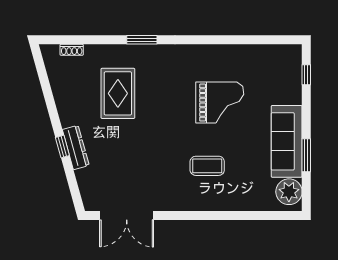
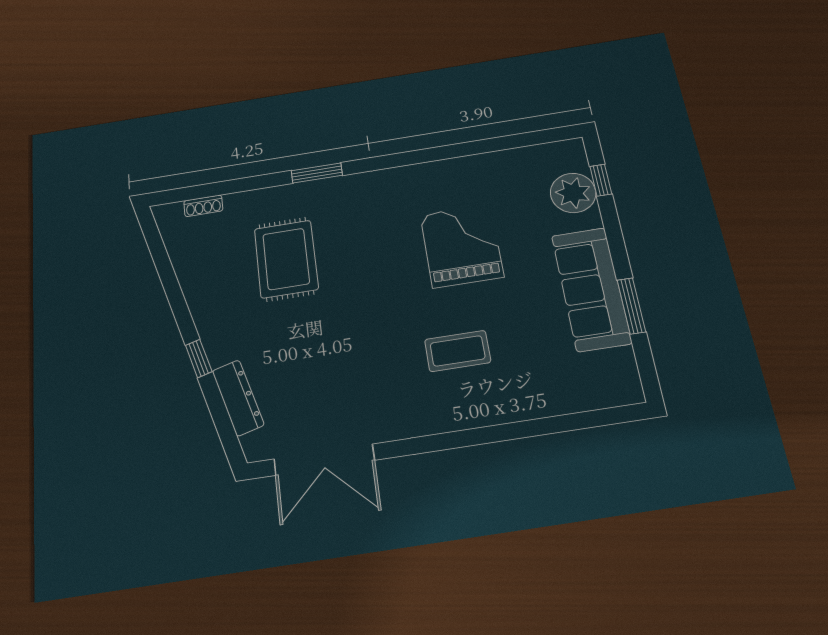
grand piano: (220, 103) -> (462, 246), turned -90
dresser: (76, 147) -> (238, 398), moved
plant: (289, 192) -> (573, 193), moved

